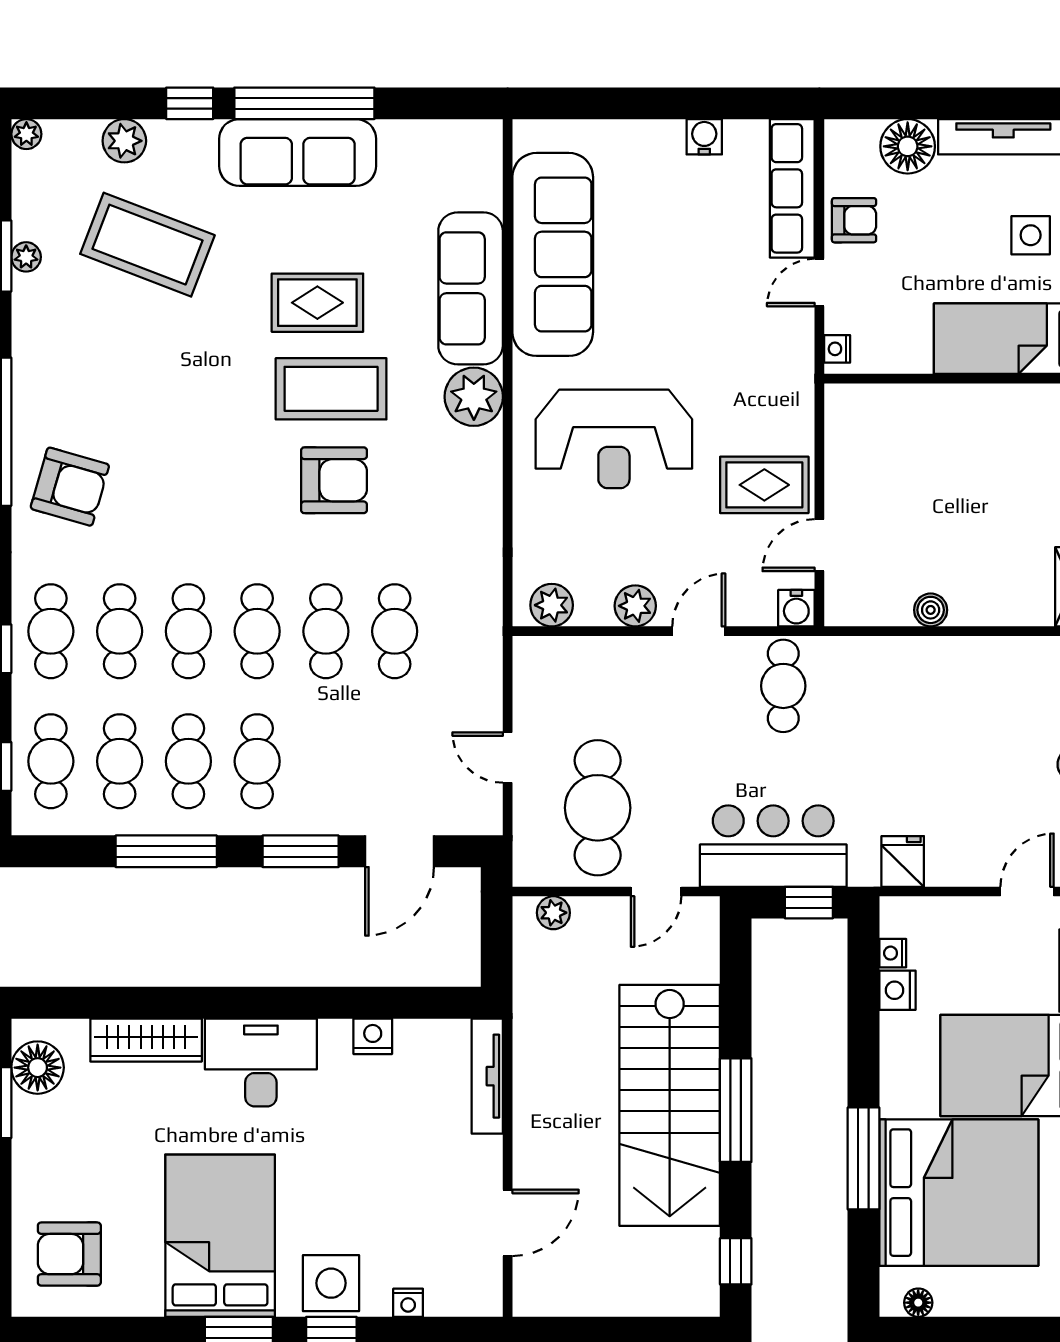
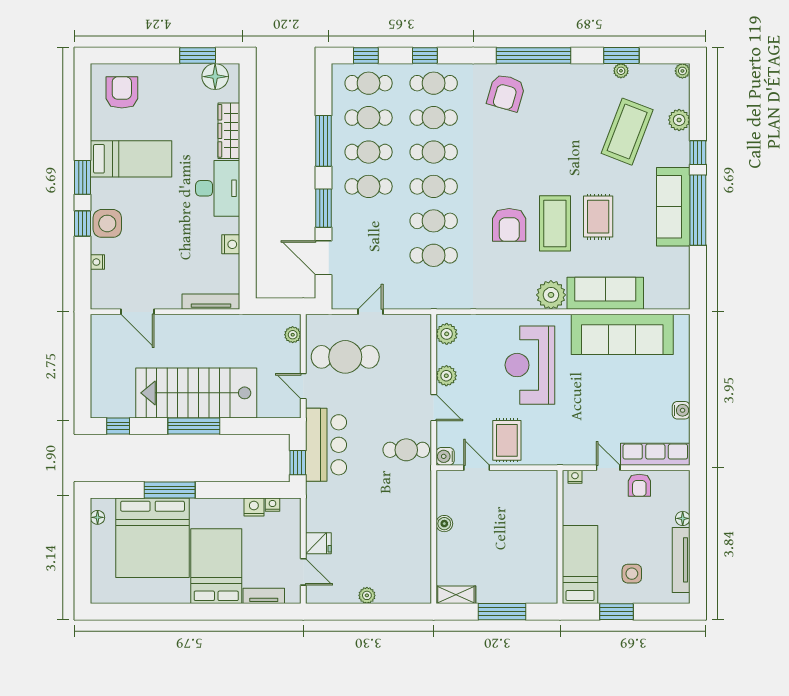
floor lamp: (908, 146) -> (683, 518), width x0.53, depth x0.53
fridge: (903, 861) -> (318, 543), moved
bed: (220, 1236) -> (131, 159), width x0.67

